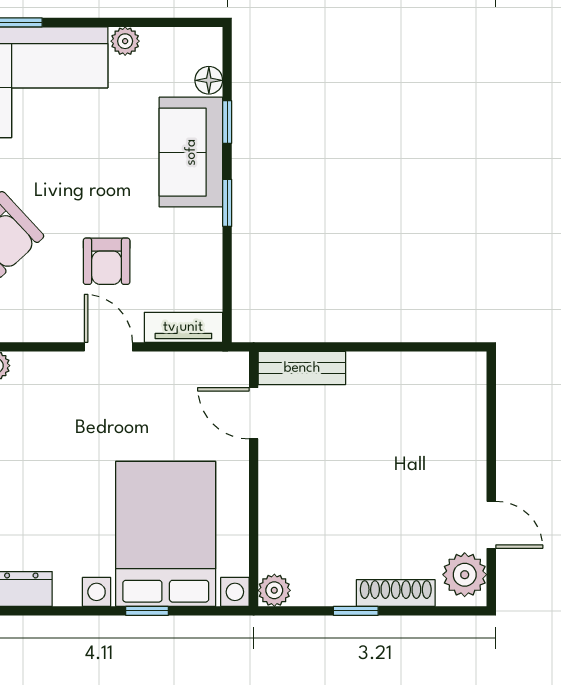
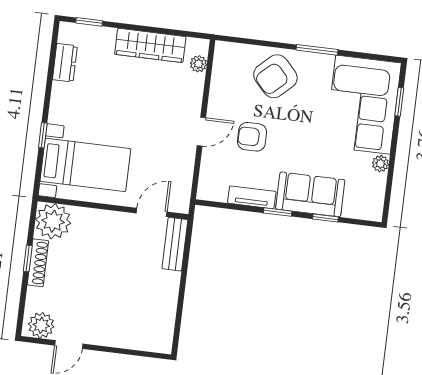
floor lamp: (209, 80) -> (351, 210), removed
tv unit: (183, 327) -> (252, 197), moved, turned -90
bed with nightstands: (166, 534) -> (85, 165), width x0.73
plant: (274, 590) -> (53, 221), width x1.88, depth x1.88
shoe rack: (396, 593) -> (38, 263), moved

